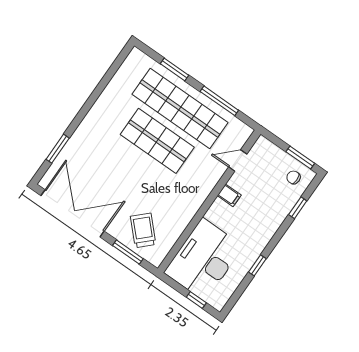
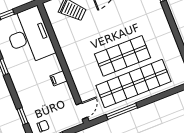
window: (175, 69) -> (160, 96), removed
door: (238, 160) -> (82, 111), moved

